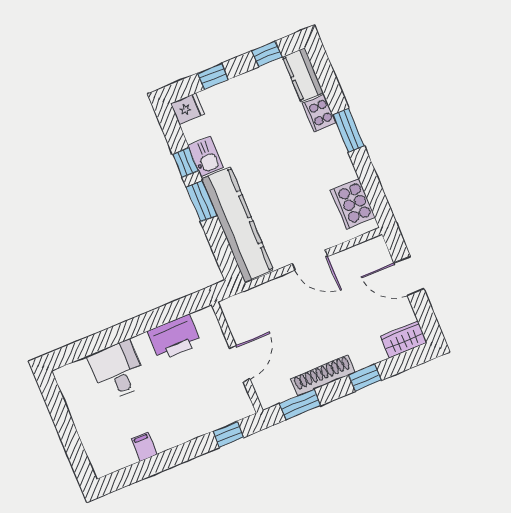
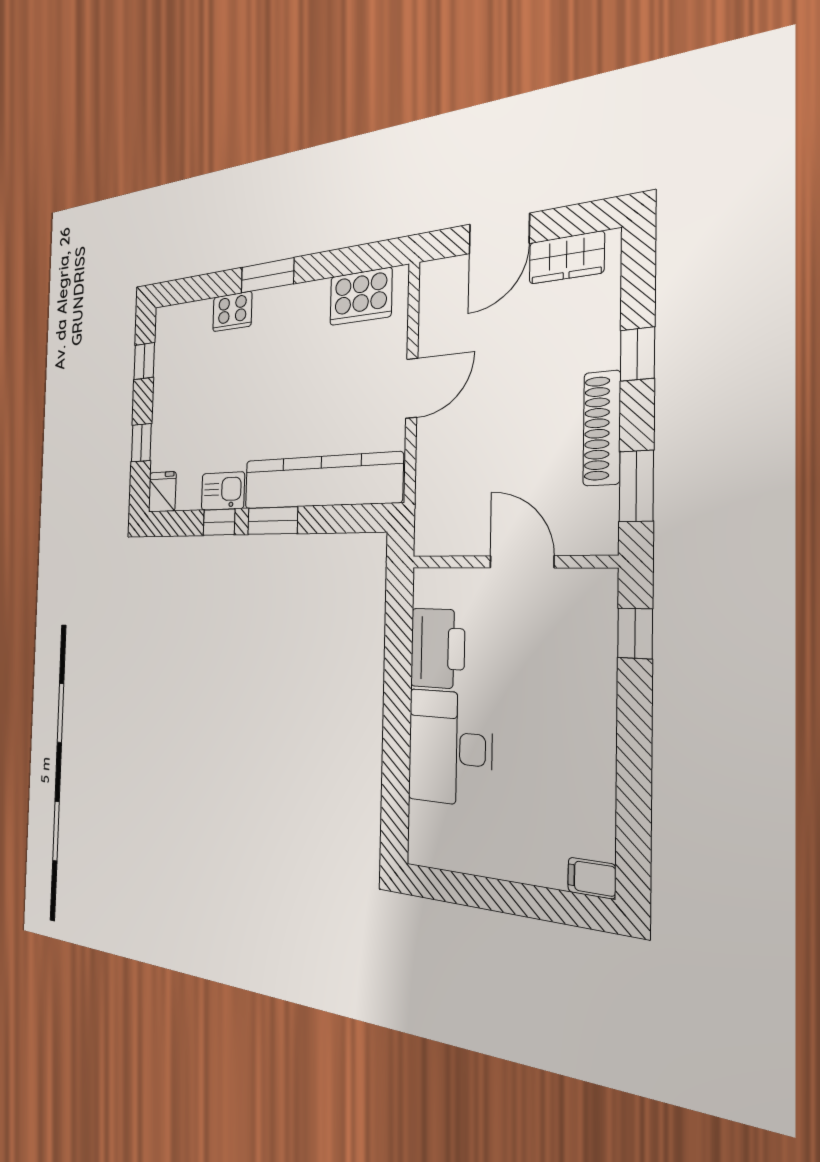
kitchen counter: (303, 75) -> (183, 320), removed
wardrobe: (404, 339) -> (566, 258), moved, turned -90
desk: (117, 370) -> (450, 748), width x1.37
filing cabinet: (144, 447) -> (592, 878), moved

